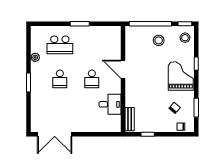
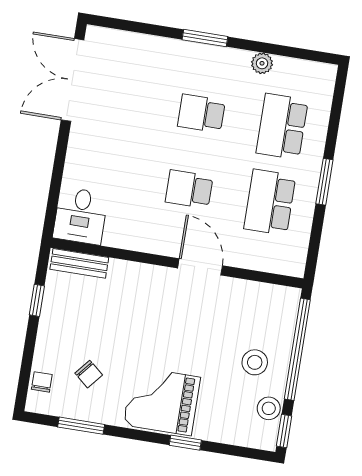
stool: (185, 38) -> (269, 408), moved
school desk: (92, 45) -> (270, 202), added
door: (123, 69) -> (200, 267), hinge flipped
grand piano: (181, 76) -> (162, 401), turned 180
desk: (110, 104) -> (80, 216), moved

